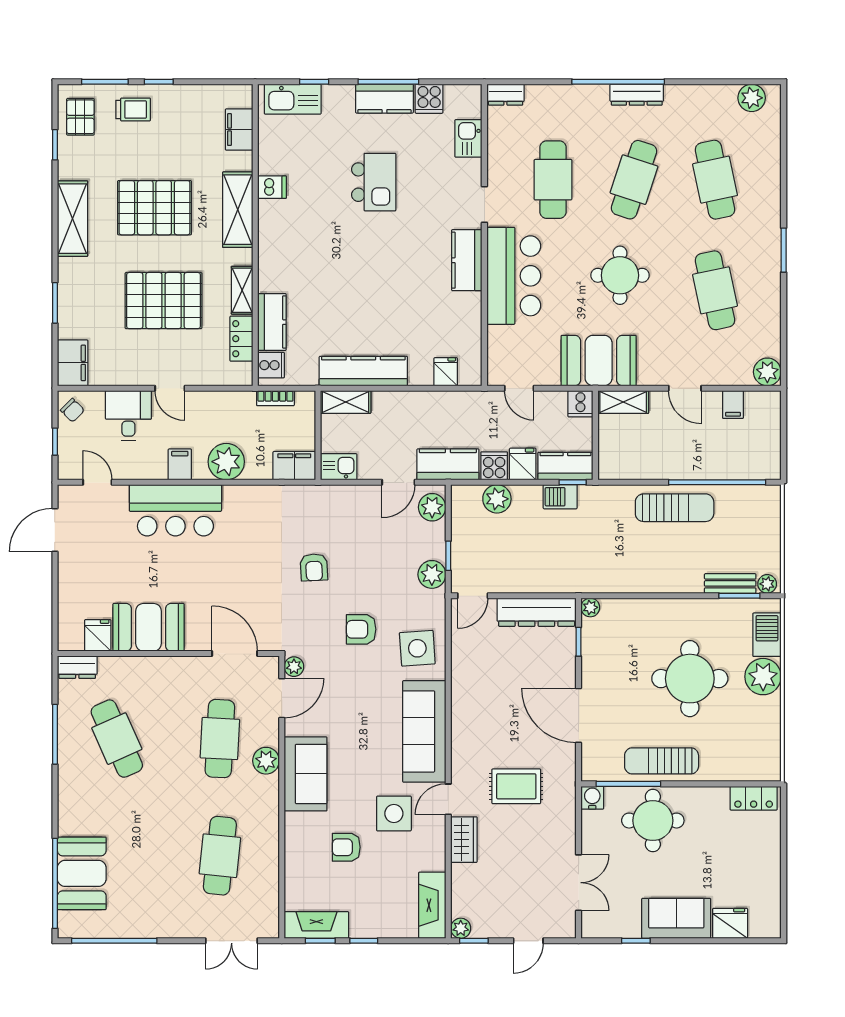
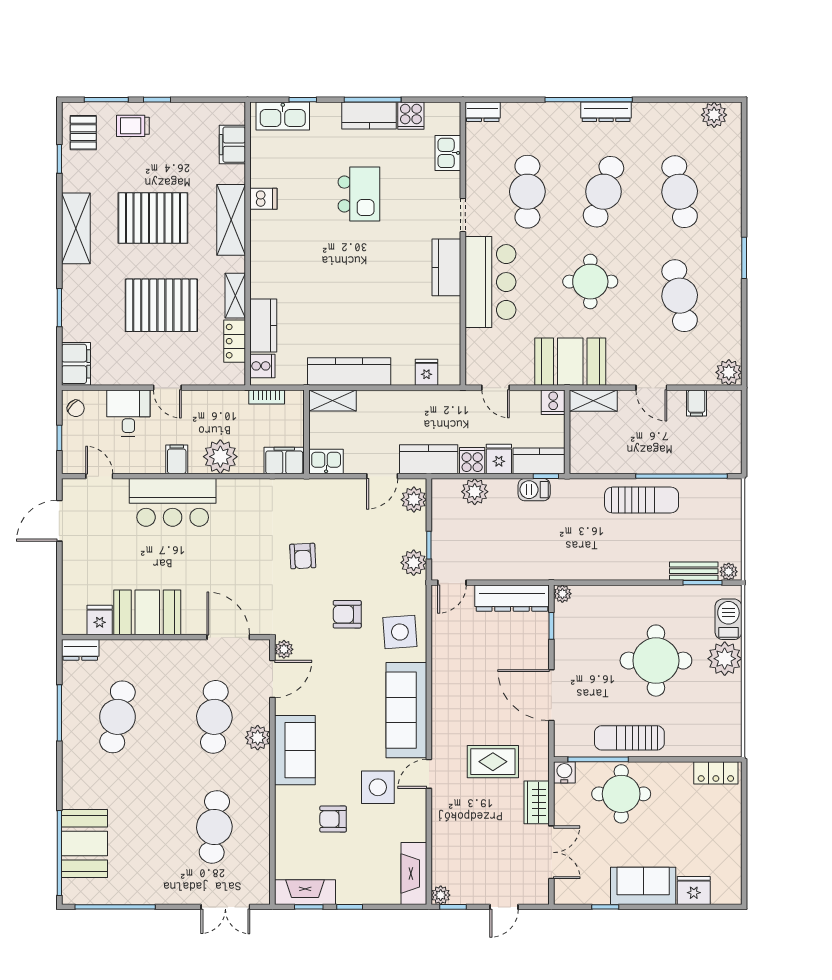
trolley: (133, 109) -> (133, 126), turned 180
cafe table: (117, 739) -> (118, 717), turned 36
wardrobe: (464, 840) -> (537, 802), moved, turned 180

